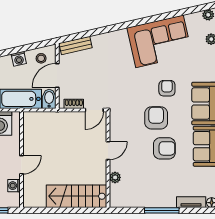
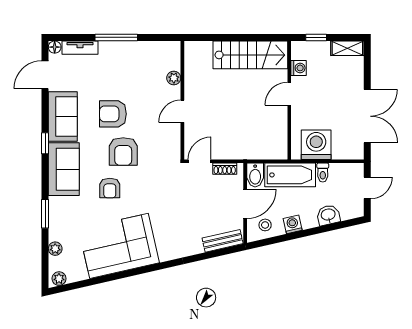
stairs: (77, 196) -> (250, 55), moved

